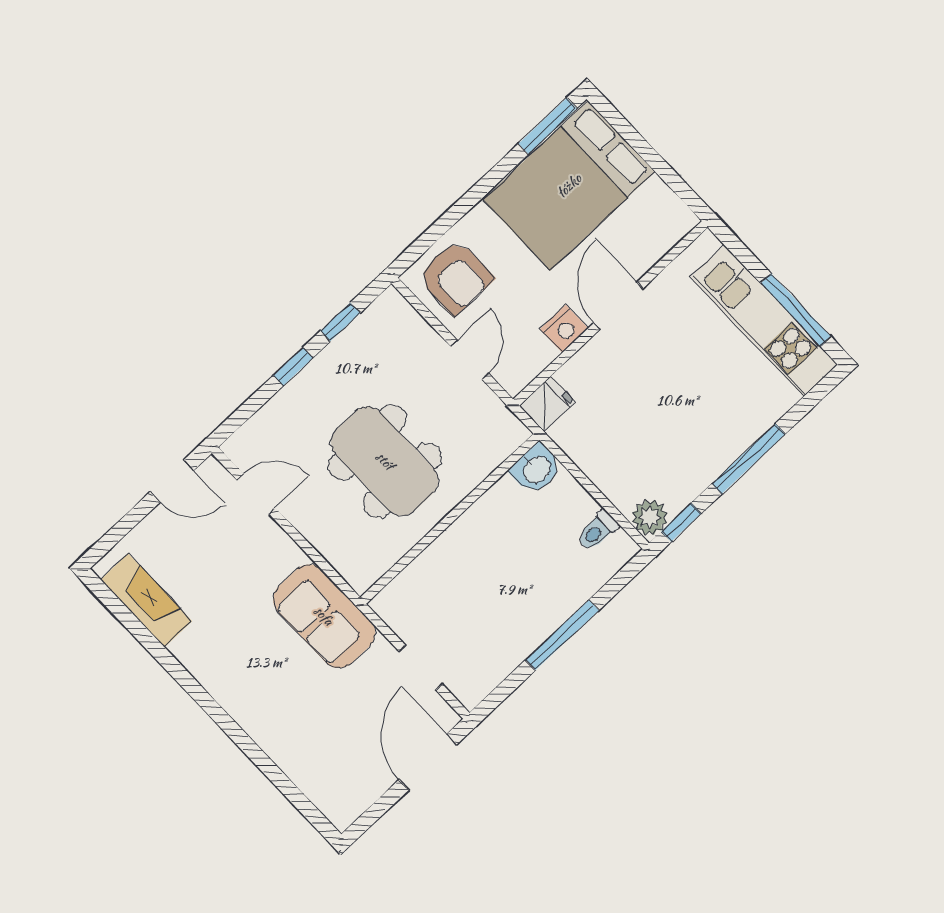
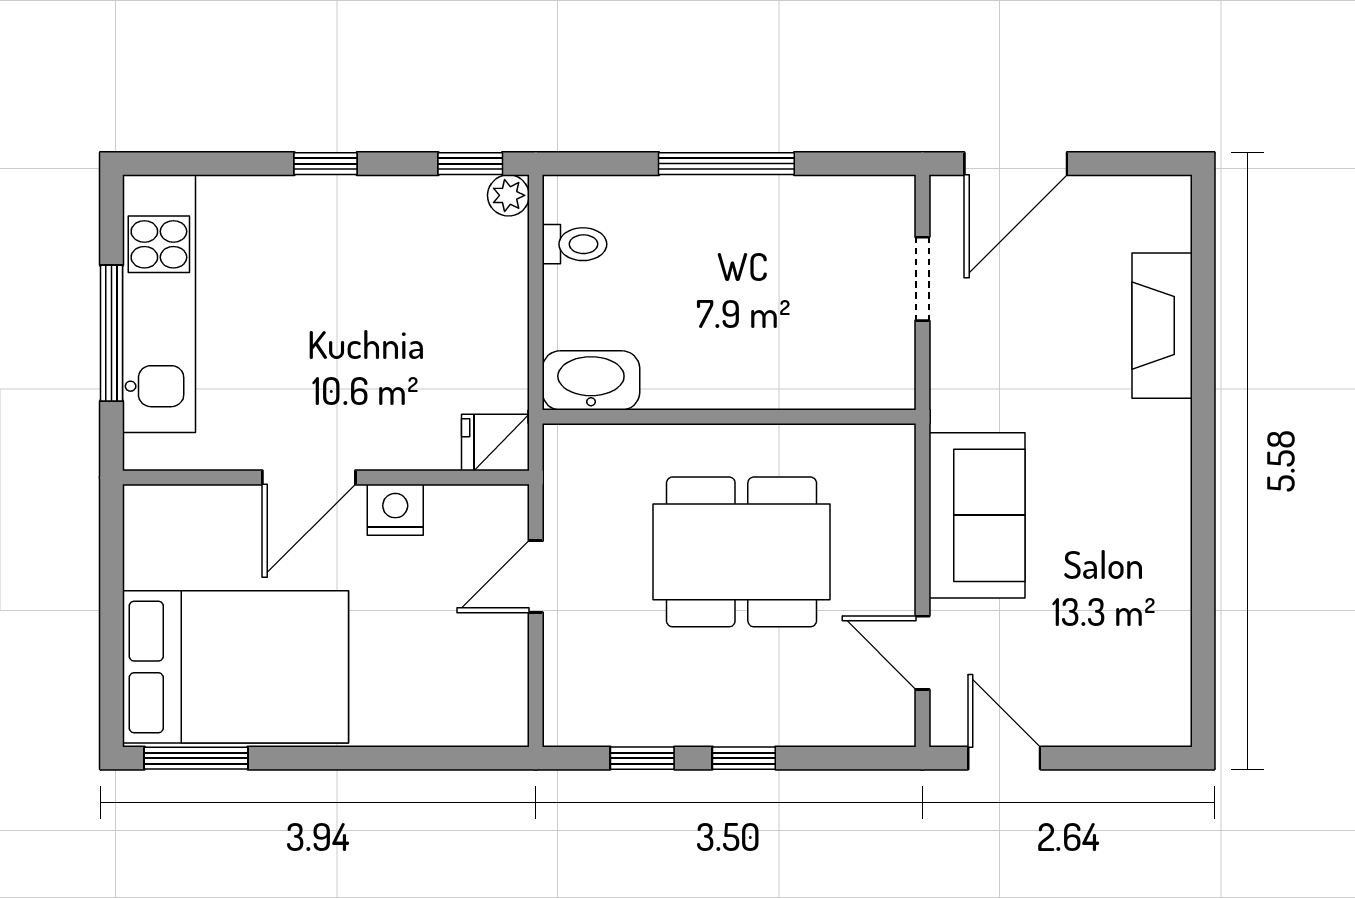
armchair: (456, 277) -> (463, 685), removed
window: (796, 310) -> (112, 333), moved
window: (748, 459) -> (326, 164), width x0.46
dining table: (385, 461) -> (741, 552), turned 90
washbasin: (536, 469) -> (591, 380), width x1.38
plant: (650, 517) -> (508, 195), width x0.73, depth x0.73
fireplace: (146, 600) -> (1162, 326), moved
sofa: (324, 616) -> (977, 515), moved

